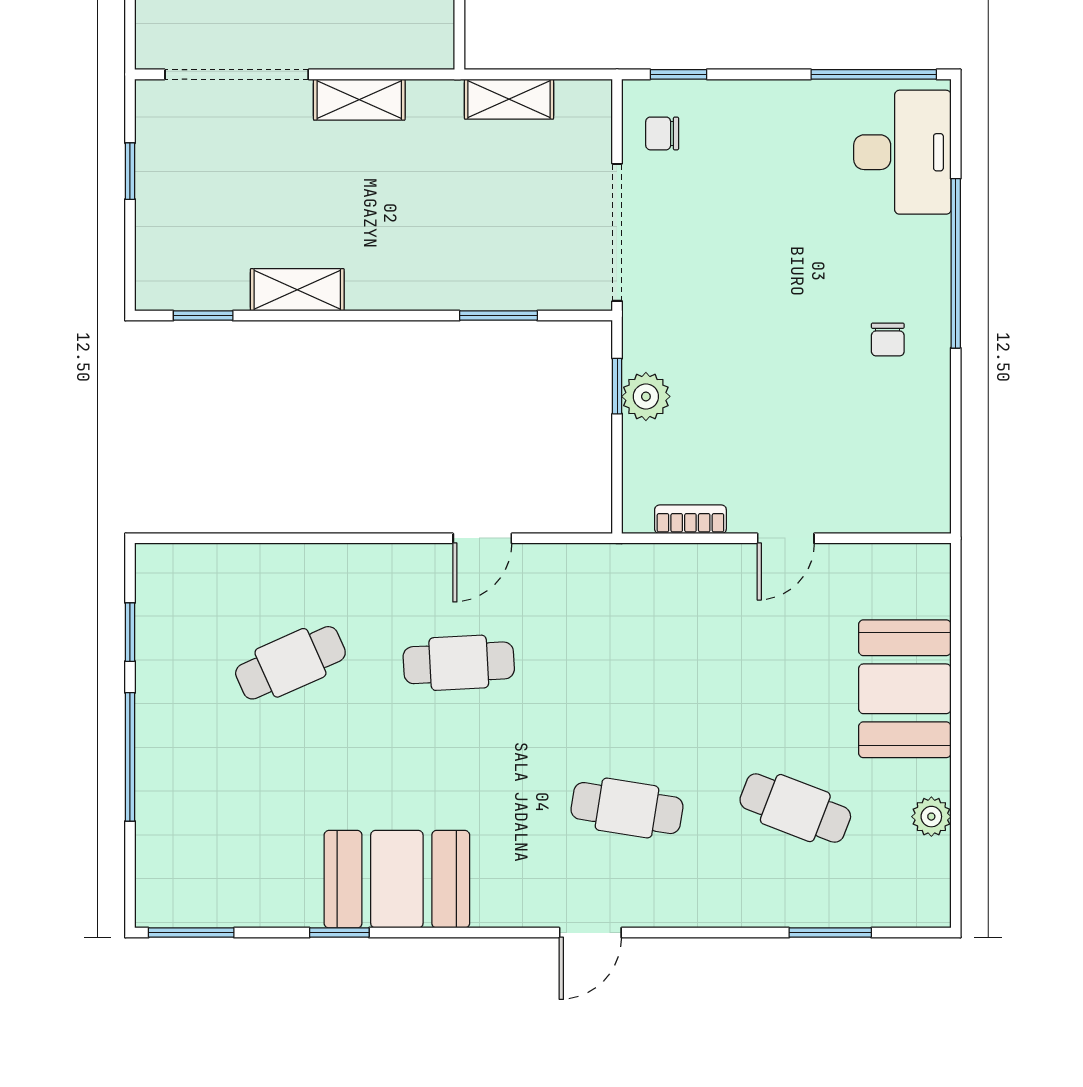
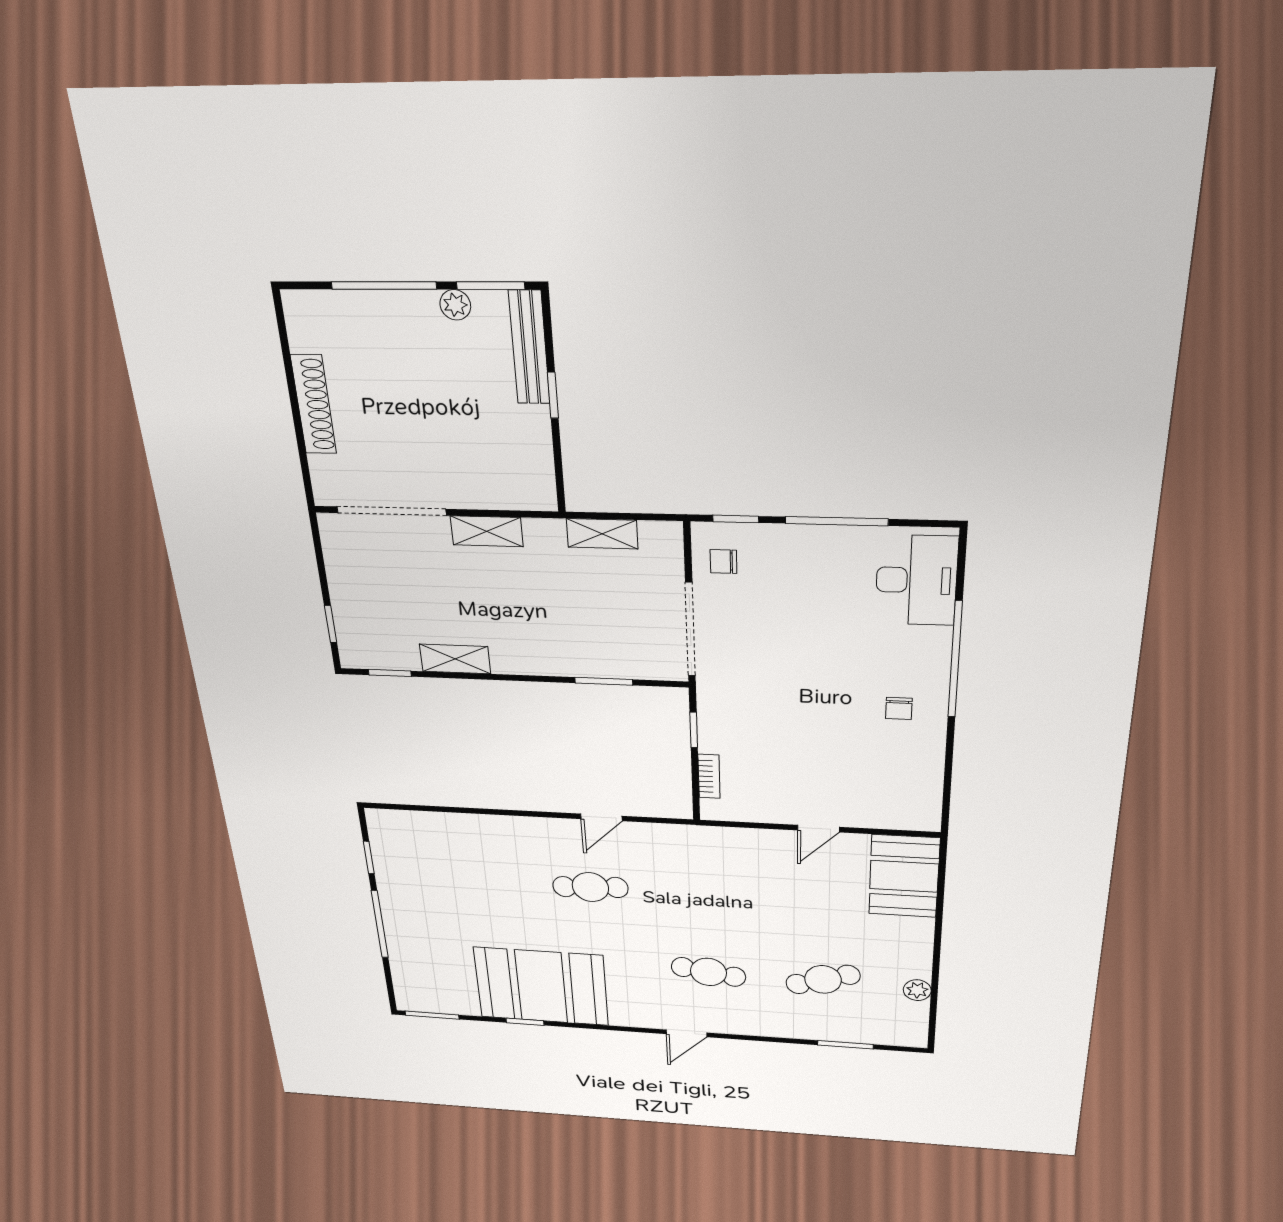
window: (874, 74) -> (836, 521), moved
window: (130, 171) -> (331, 624), moved
plant: (646, 396) -> (715, 737), removed
bookcase: (690, 519) -> (709, 776), moved, turned 90
cafe table: (290, 663) -> (477, 880), removed
booth: (905, 689) -> (904, 876), moved
cafe table: (795, 808) -> (823, 979), turned -39
booth: (397, 879) -> (541, 986), width x1.36, depth x1.42

